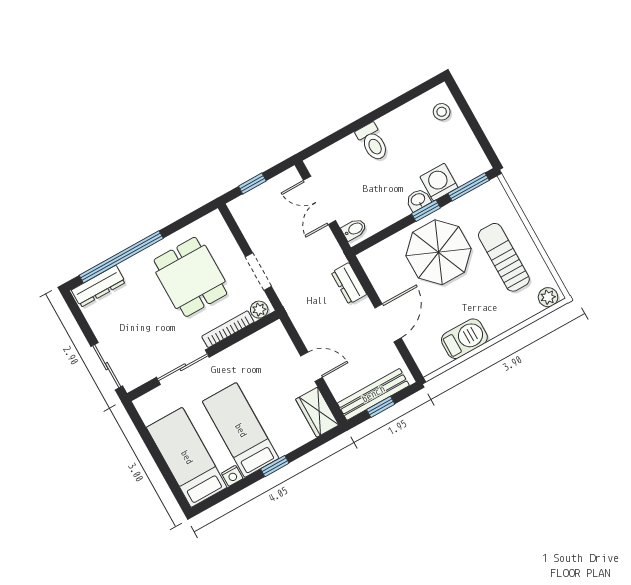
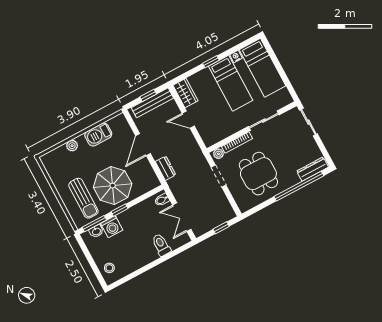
toilet: (373, 142) -> (161, 245), moved
double door: (320, 200) -> (182, 217), swing flipped
washbasin: (418, 200) -> (96, 231), moved
sun lounger: (504, 257) -> (83, 198), moved
plant: (548, 297) -> (72, 146), moved

